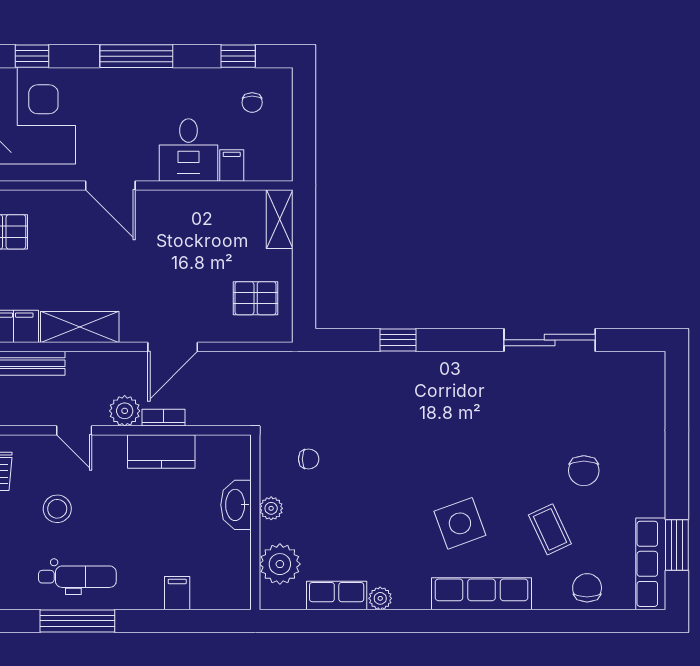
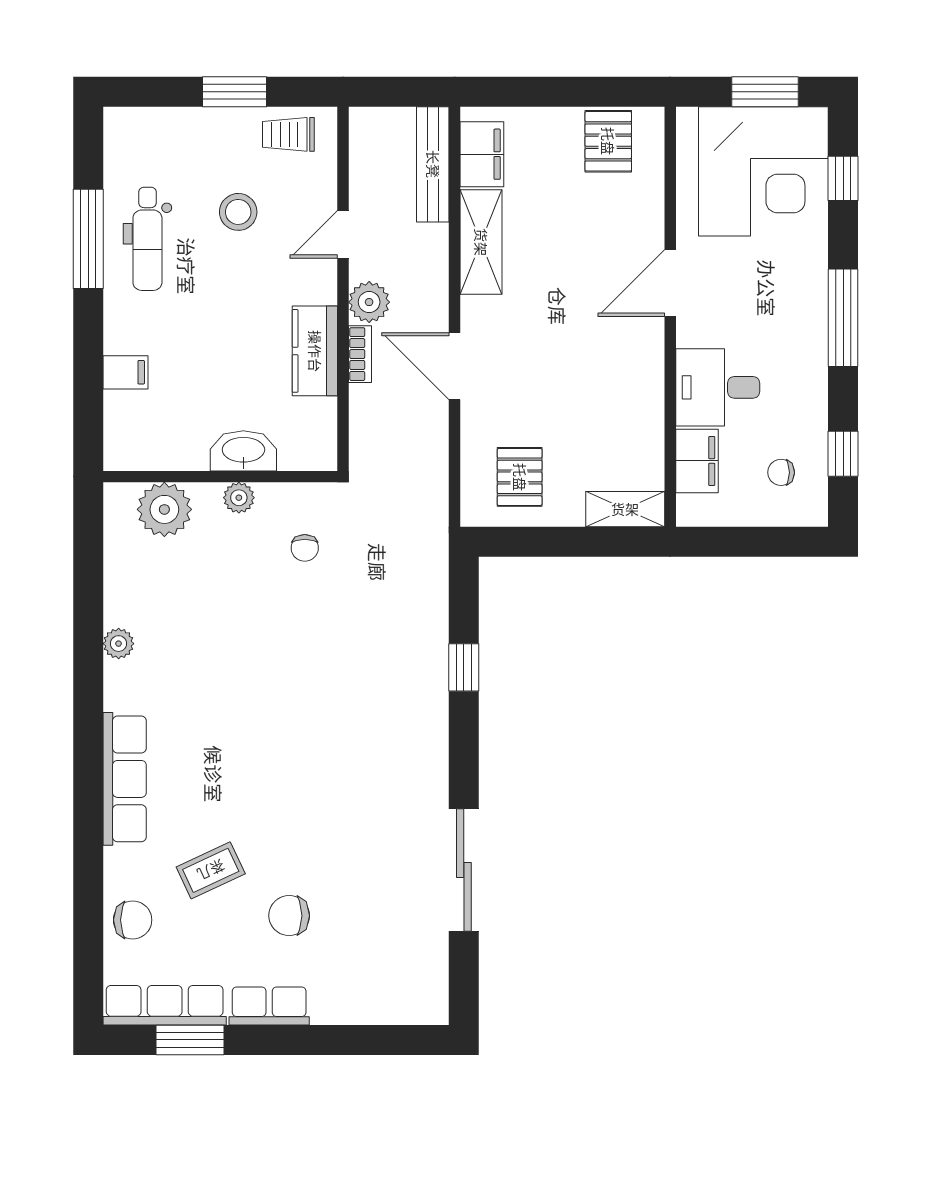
filing cabinet: (232, 165) -> (697, 461), width x2.00
side table: (460, 523) -> (219, 750), removed
row of seats: (337, 596) -> (269, 1006), moved, turned -90

